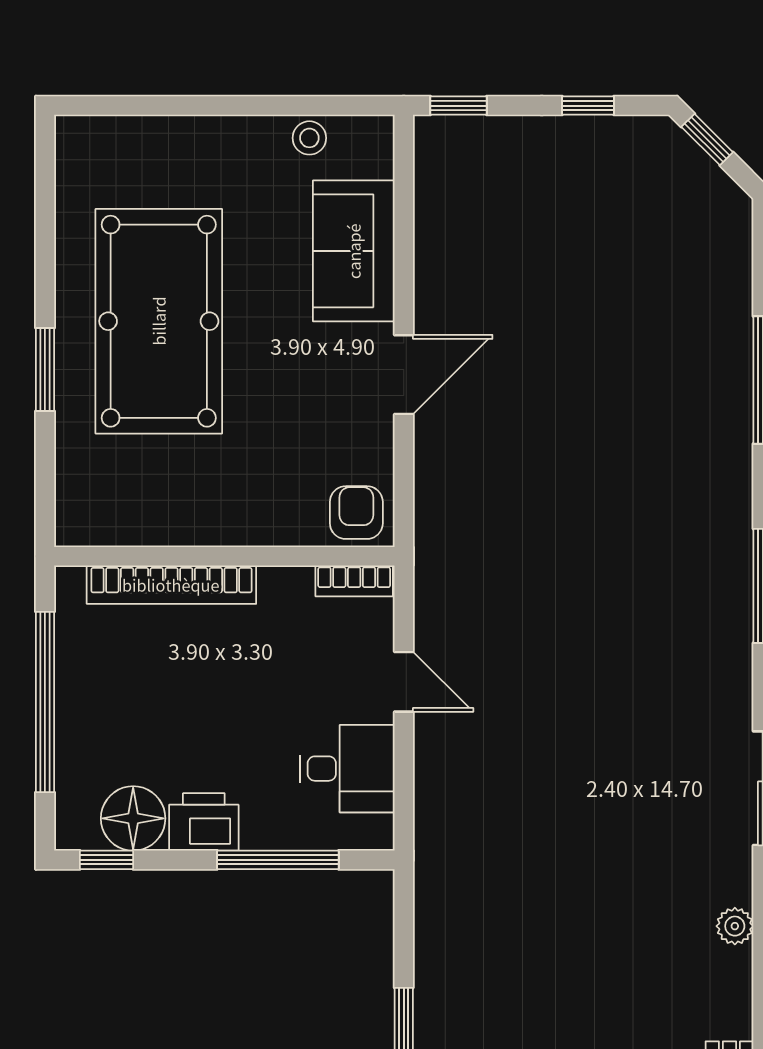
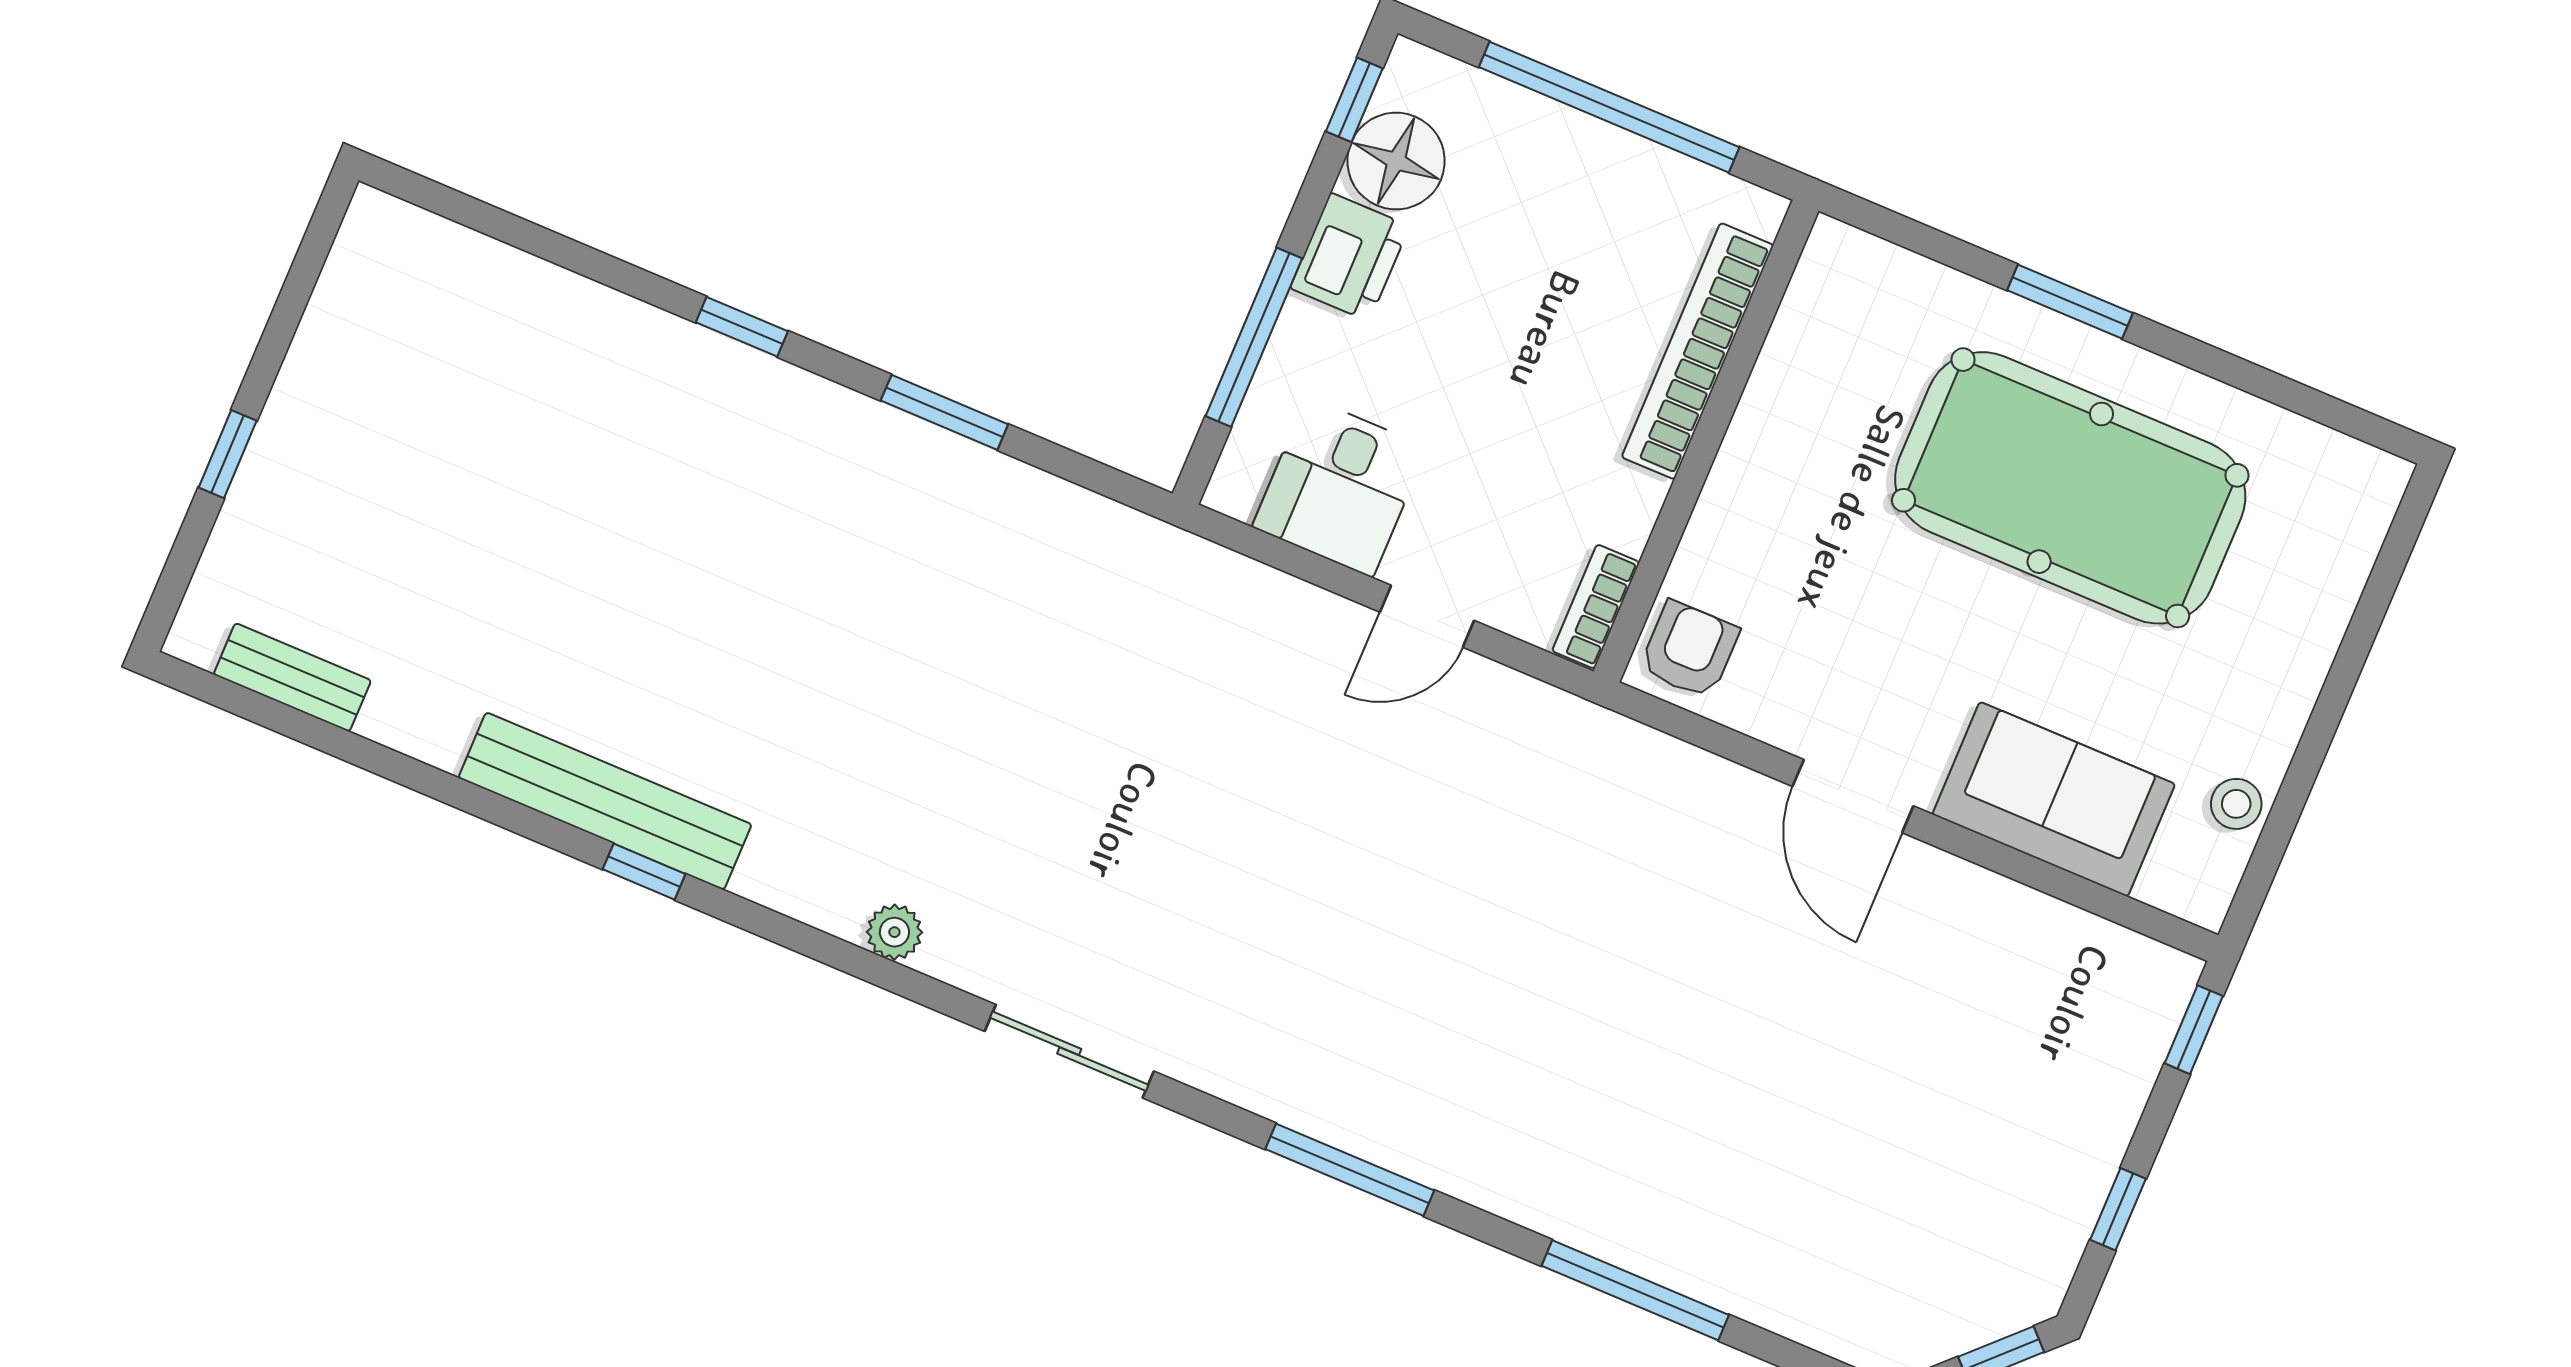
armchair: (356, 513) -> (1689, 650), turned -90

